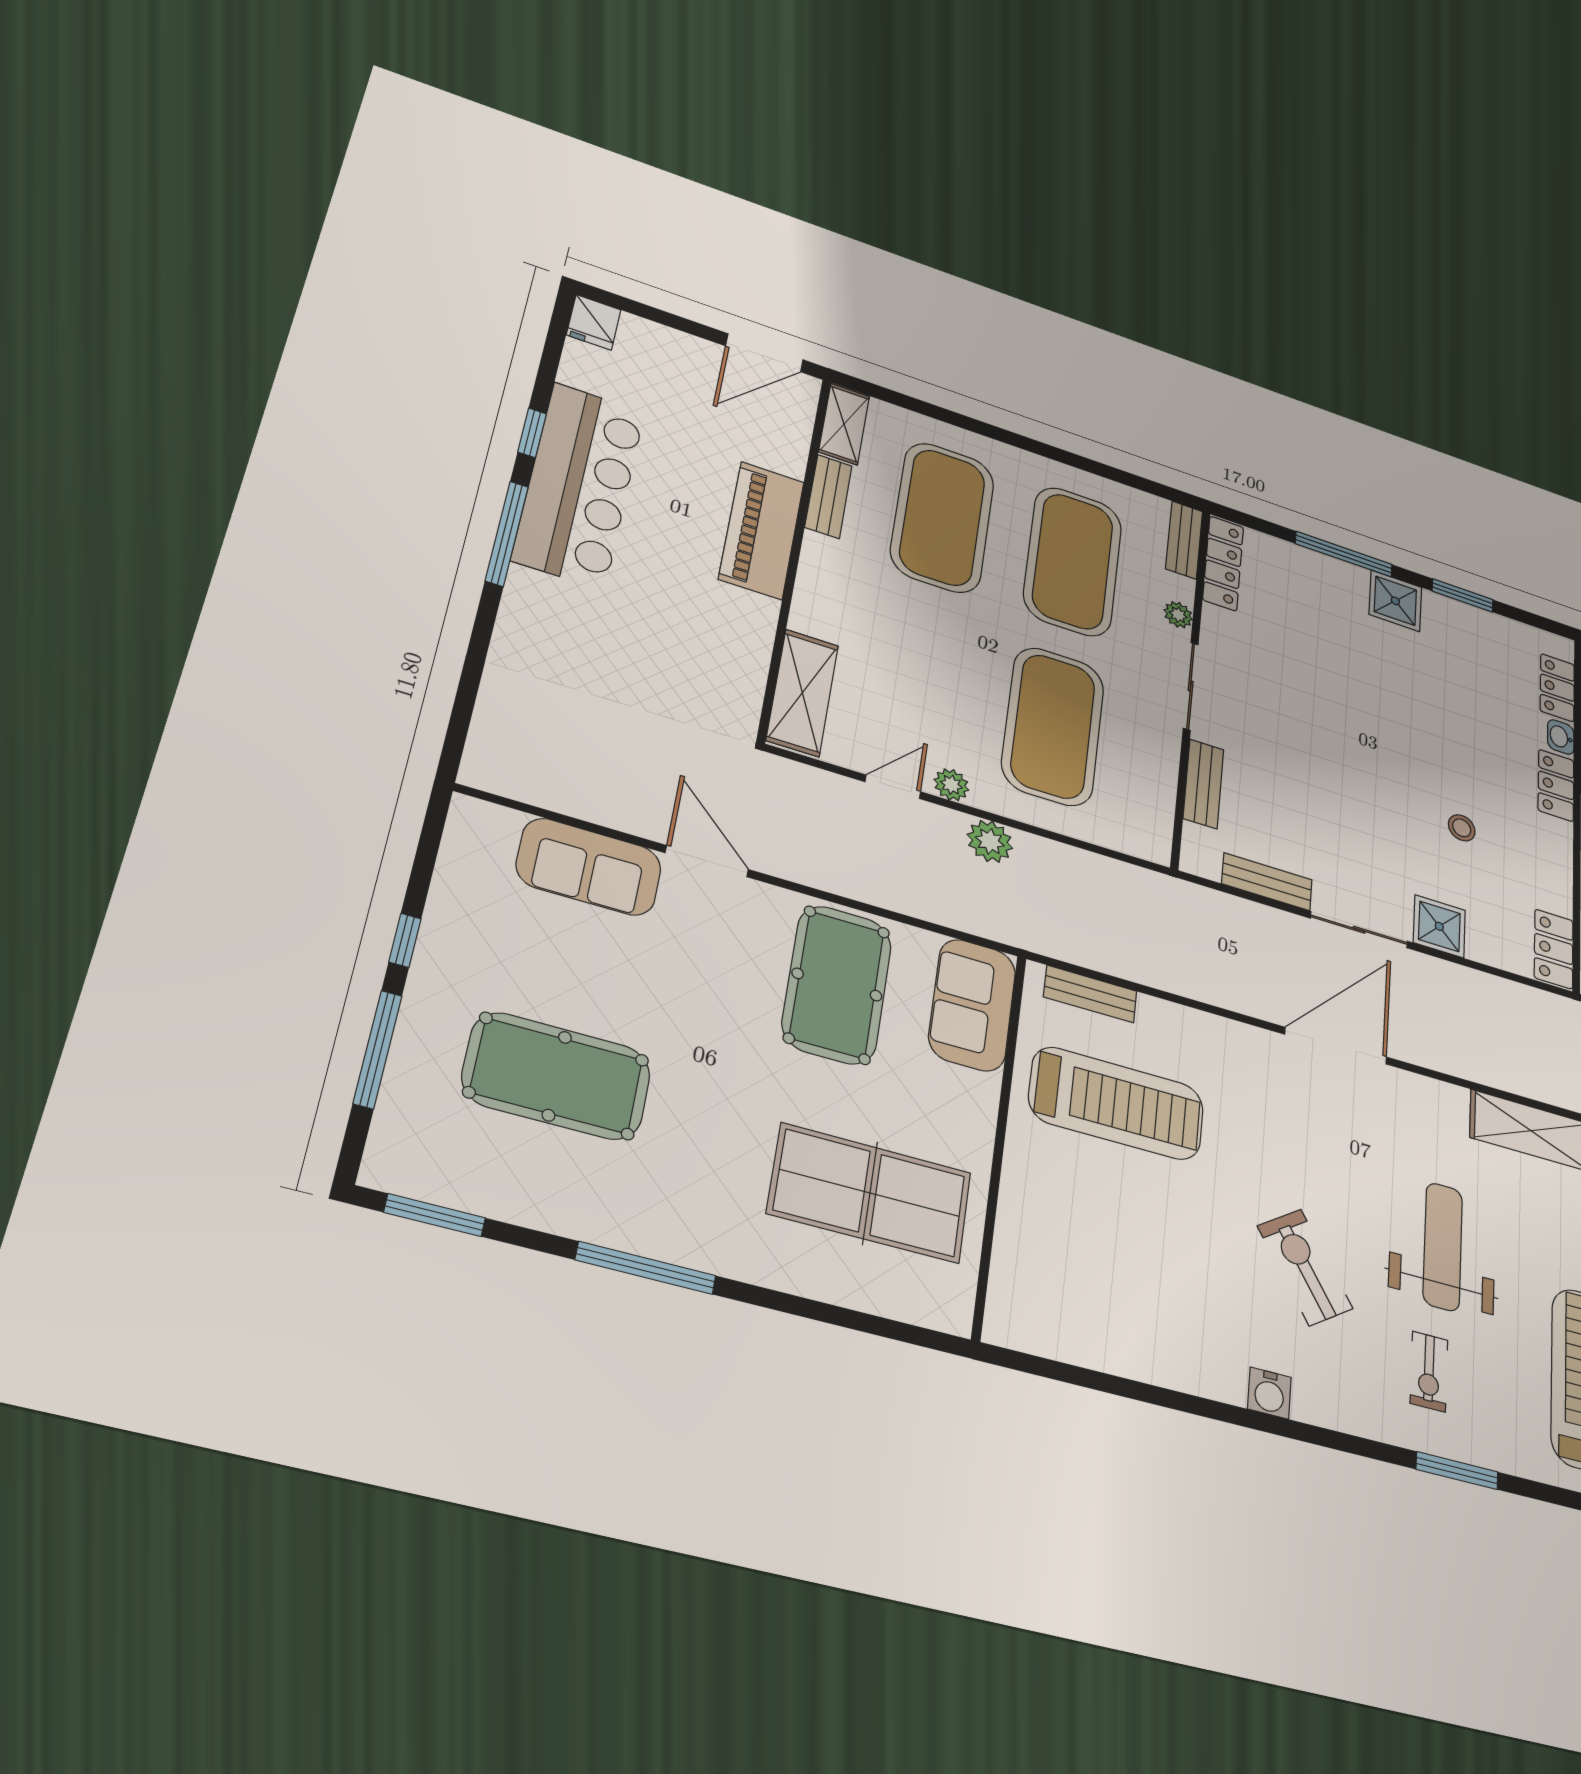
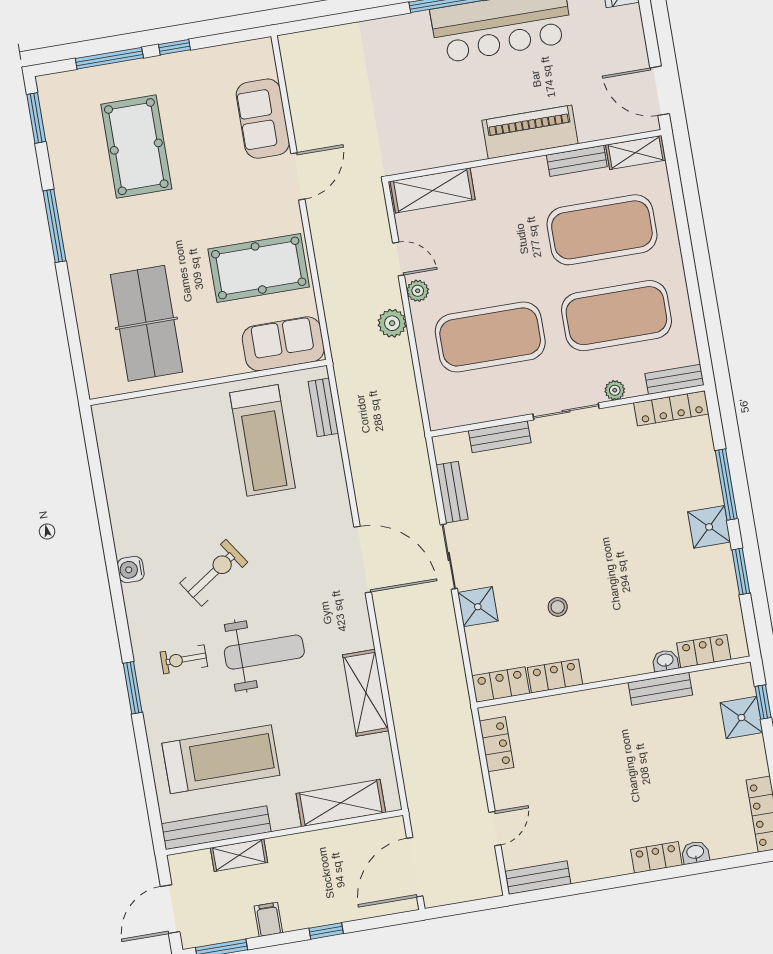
locker: (1556, 785) -> (555, 676), moved

